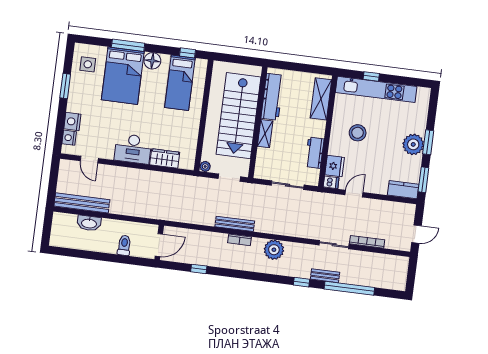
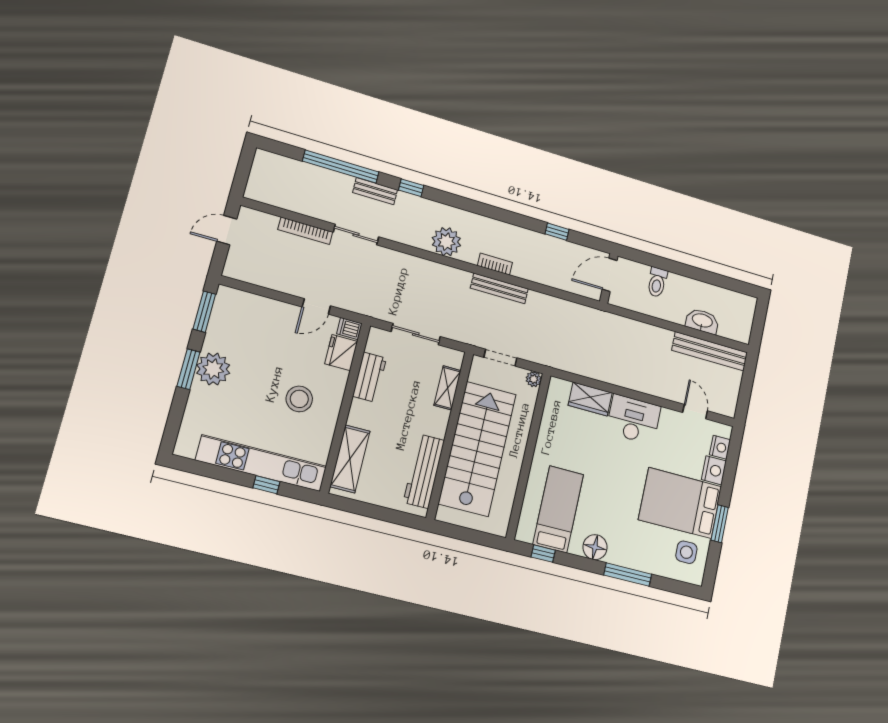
bed: (123, 76) -> (680, 503), moved, turned -90
shelving: (265, 134) -> (448, 388), moved
kitchen counter: (403, 190) -> (239, 301), removed

